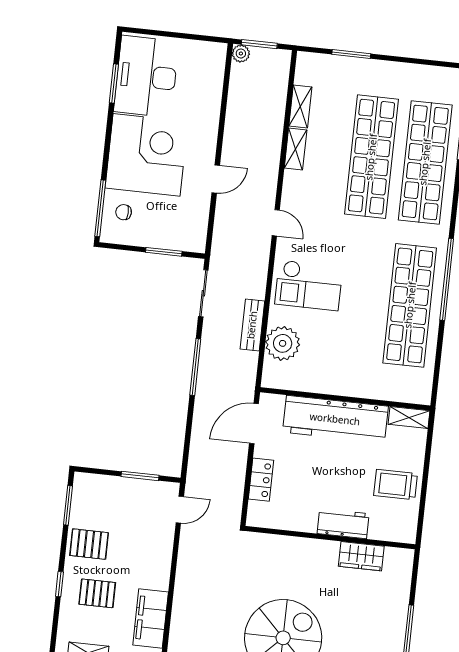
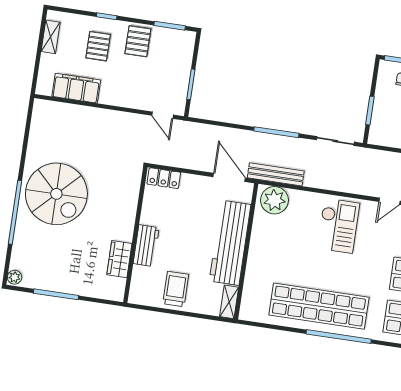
checkout: (309, 285) -> (338, 226), turned 180
bench: (252, 325) -> (276, 174), moved, width x1.36
plant: (283, 343) -> (274, 200), moved
locker: (261, 480) -> (164, 178), moved

